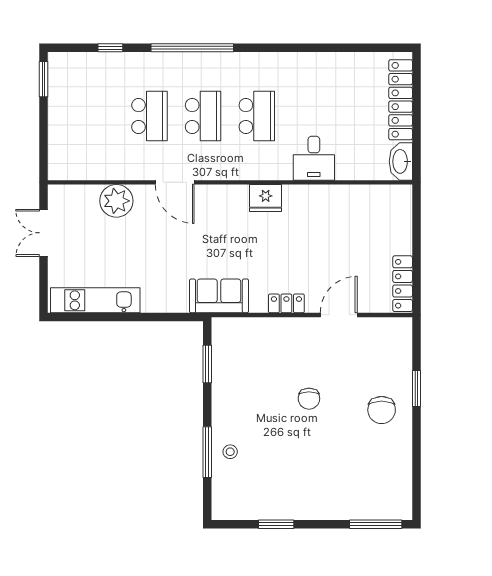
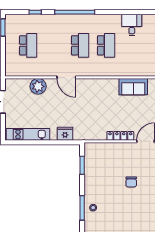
school desk: (149, 116) -> (28, 45), moved
desk: (314, 158) -> (132, 25), moved, turned 180
fridge: (266, 198) -> (65, 134), moved, turned 180
sofa: (219, 296) -> (133, 87), moved, turned 180
locker: (286, 303) -> (120, 136), width x1.53

